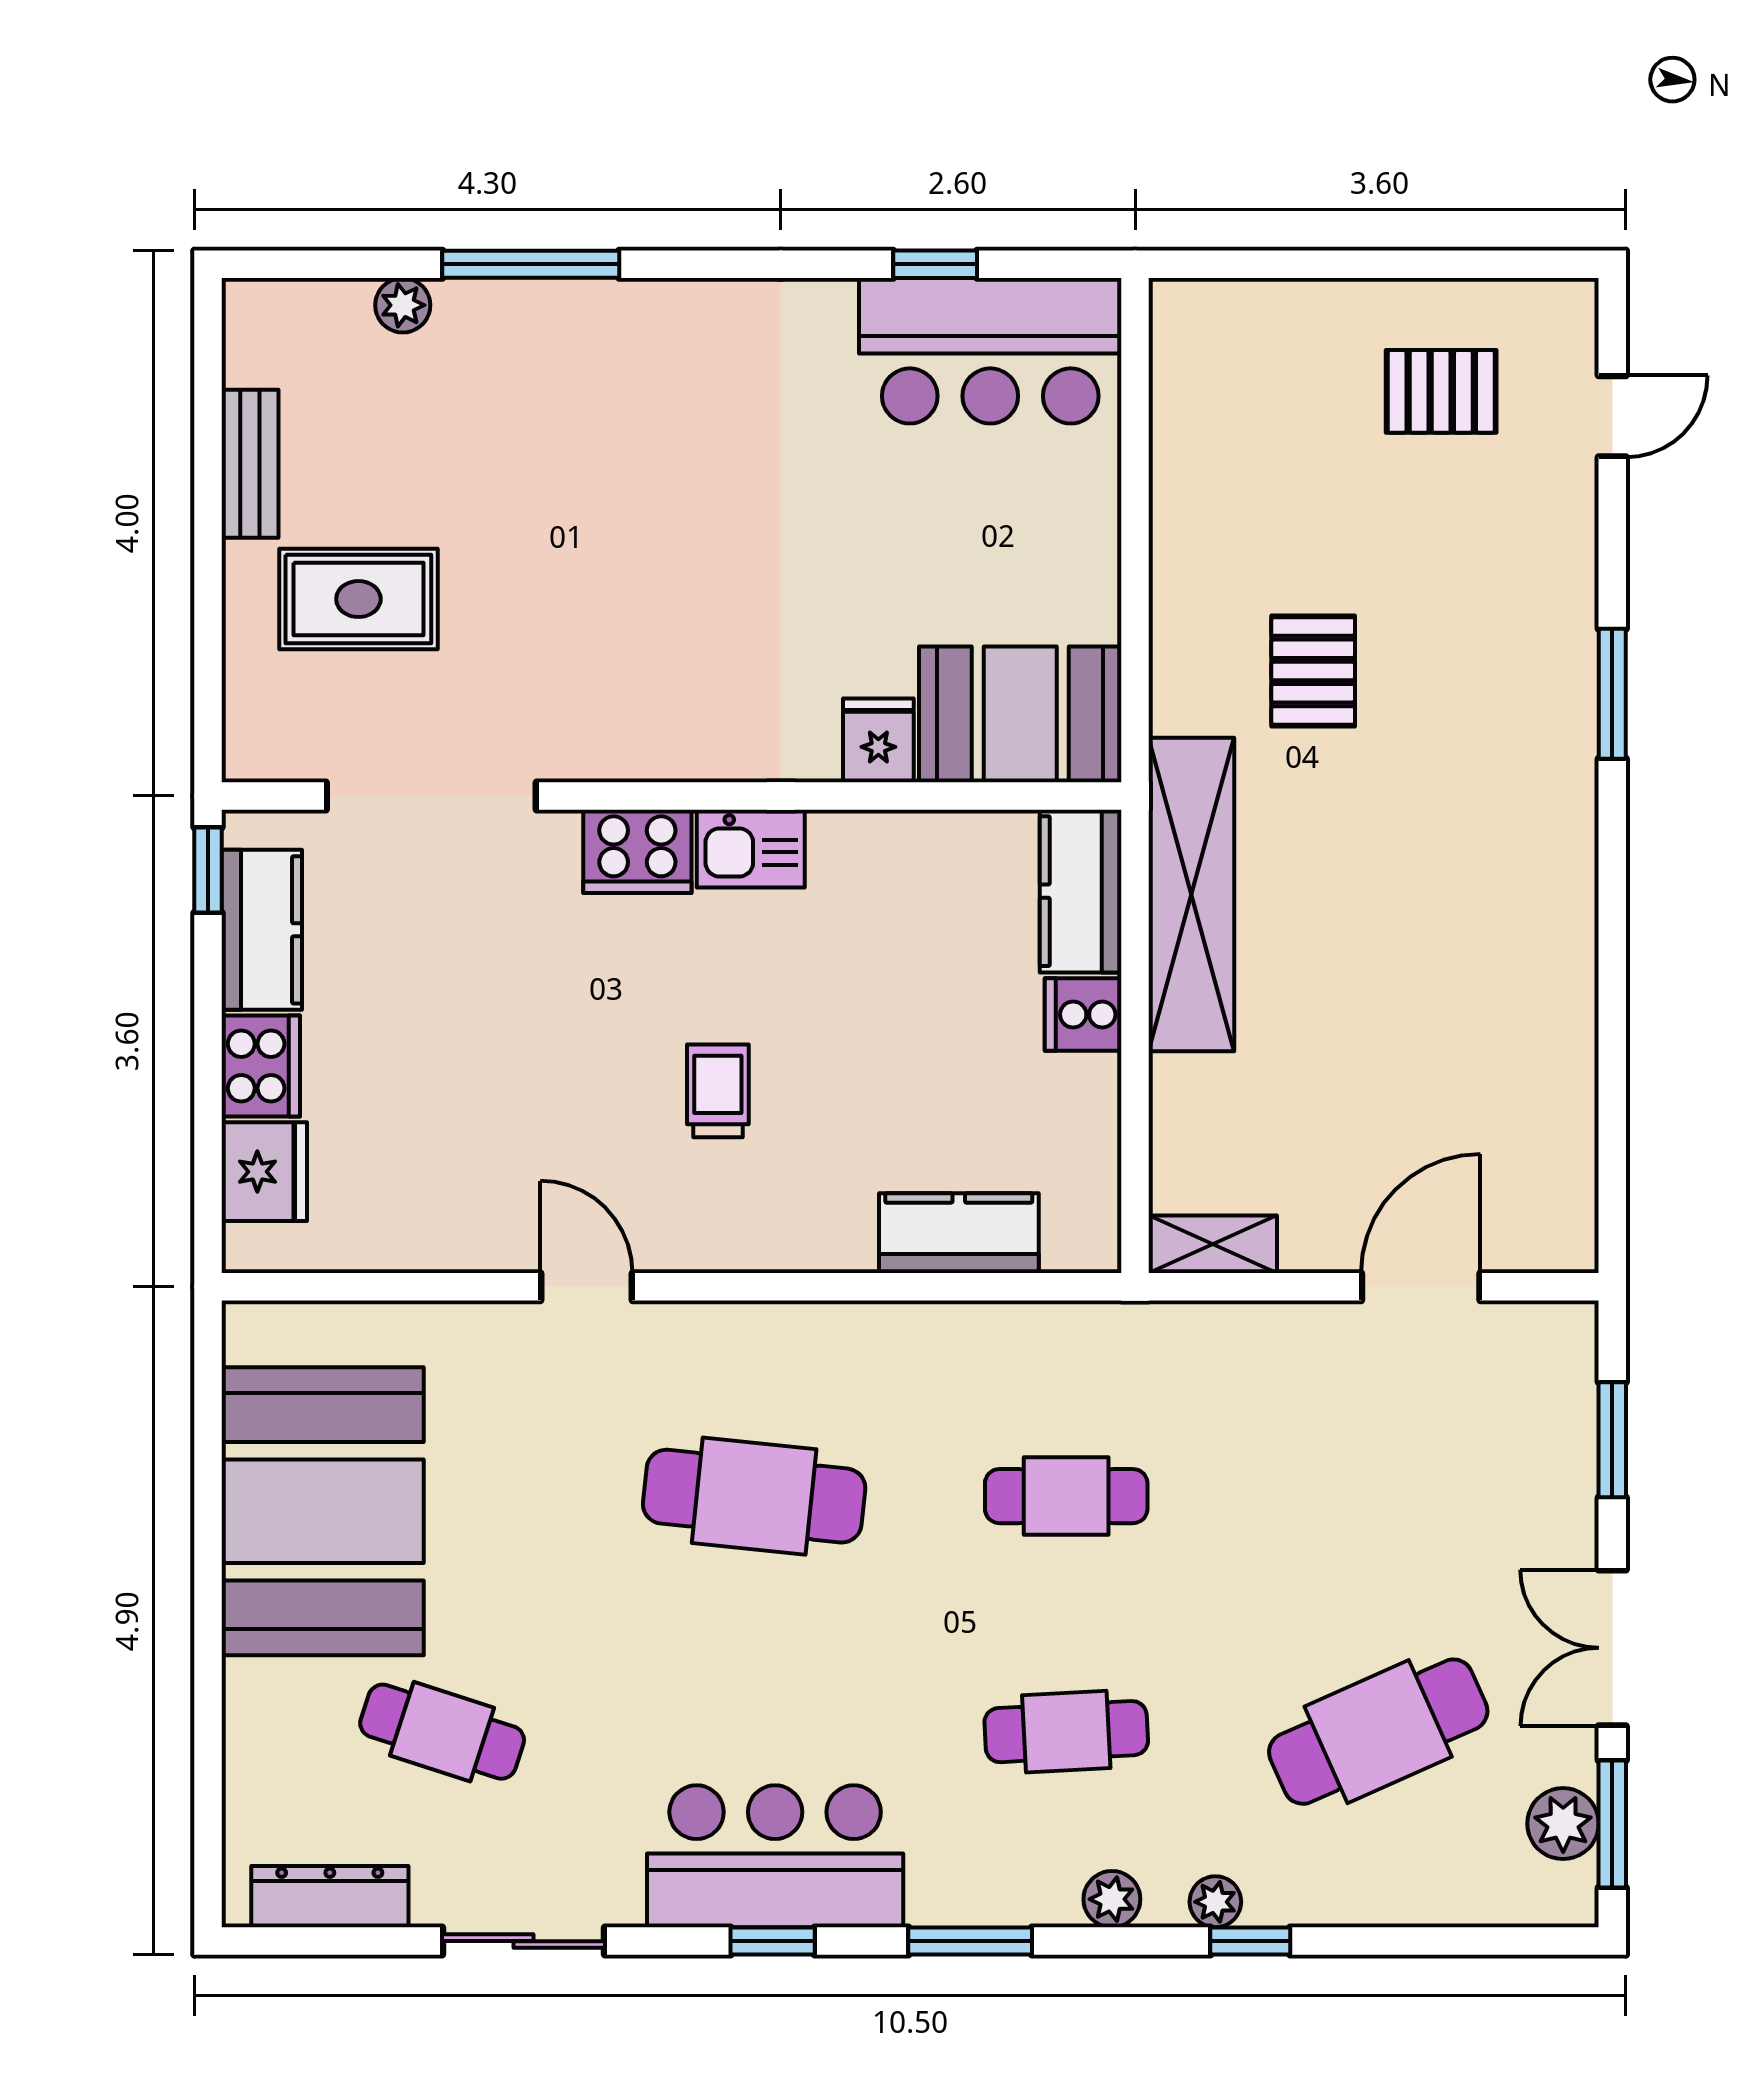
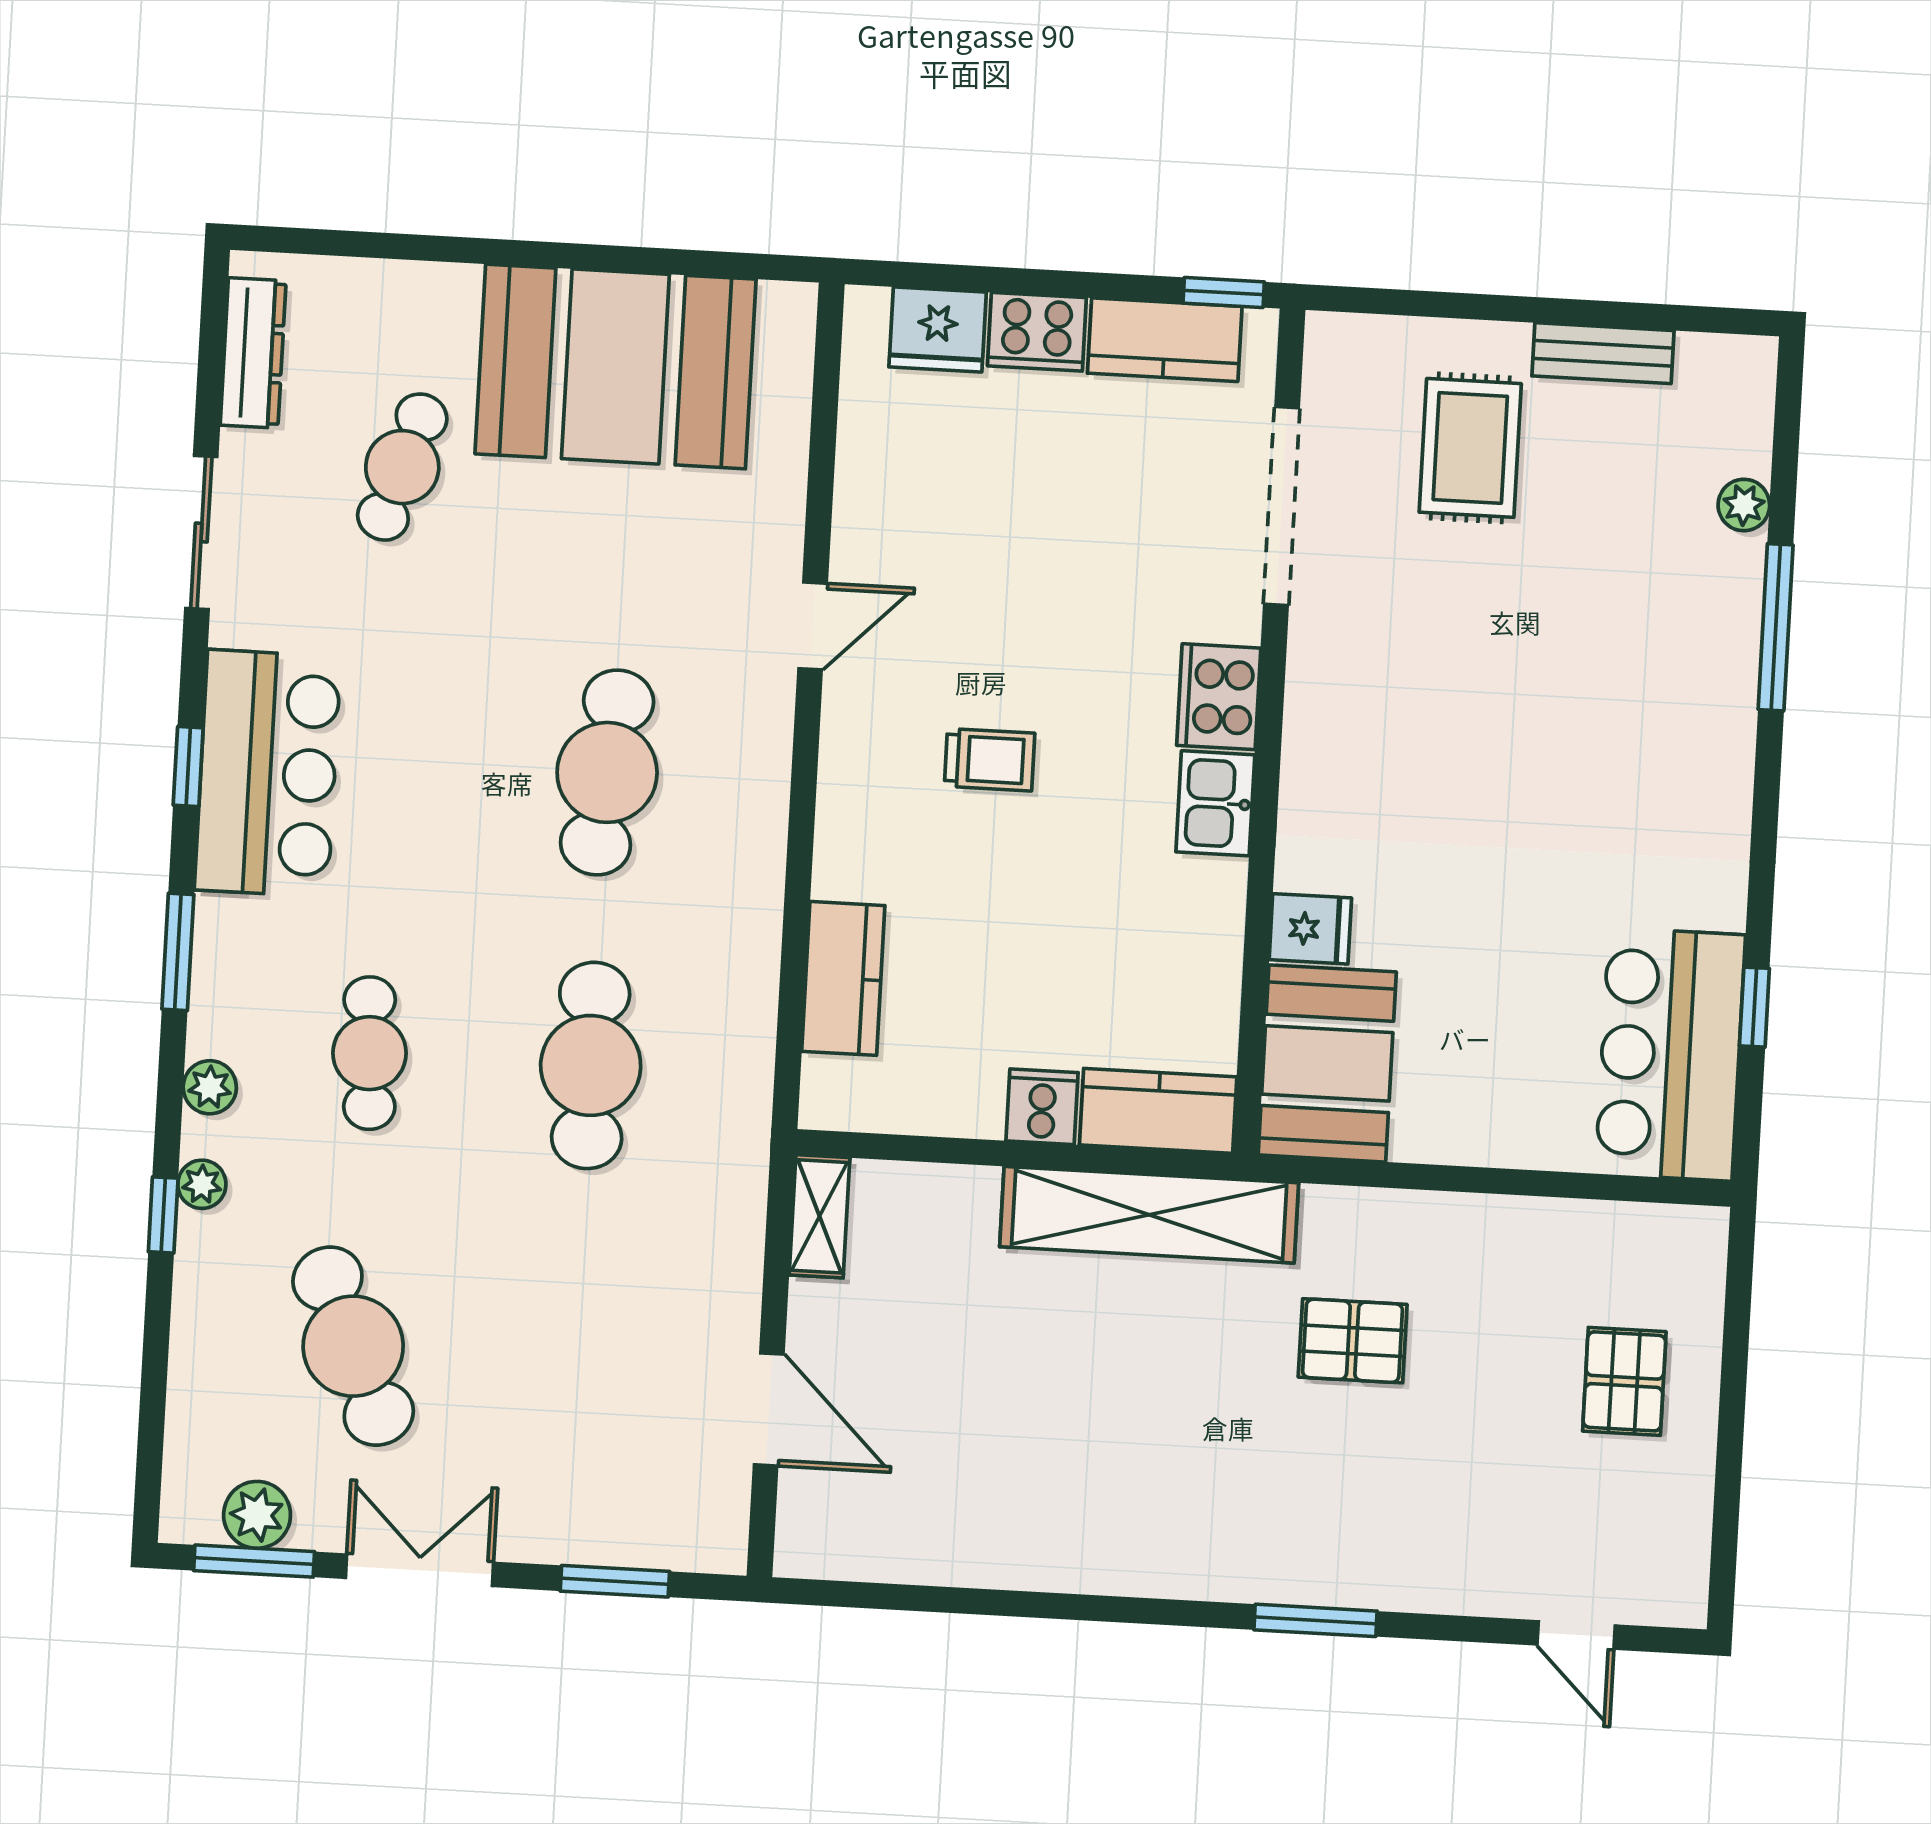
pallet: (1441, 391) -> (1624, 1381), moved
cafe table: (1066, 1496) -> (591, 1065), width x1.37, depth x1.35

